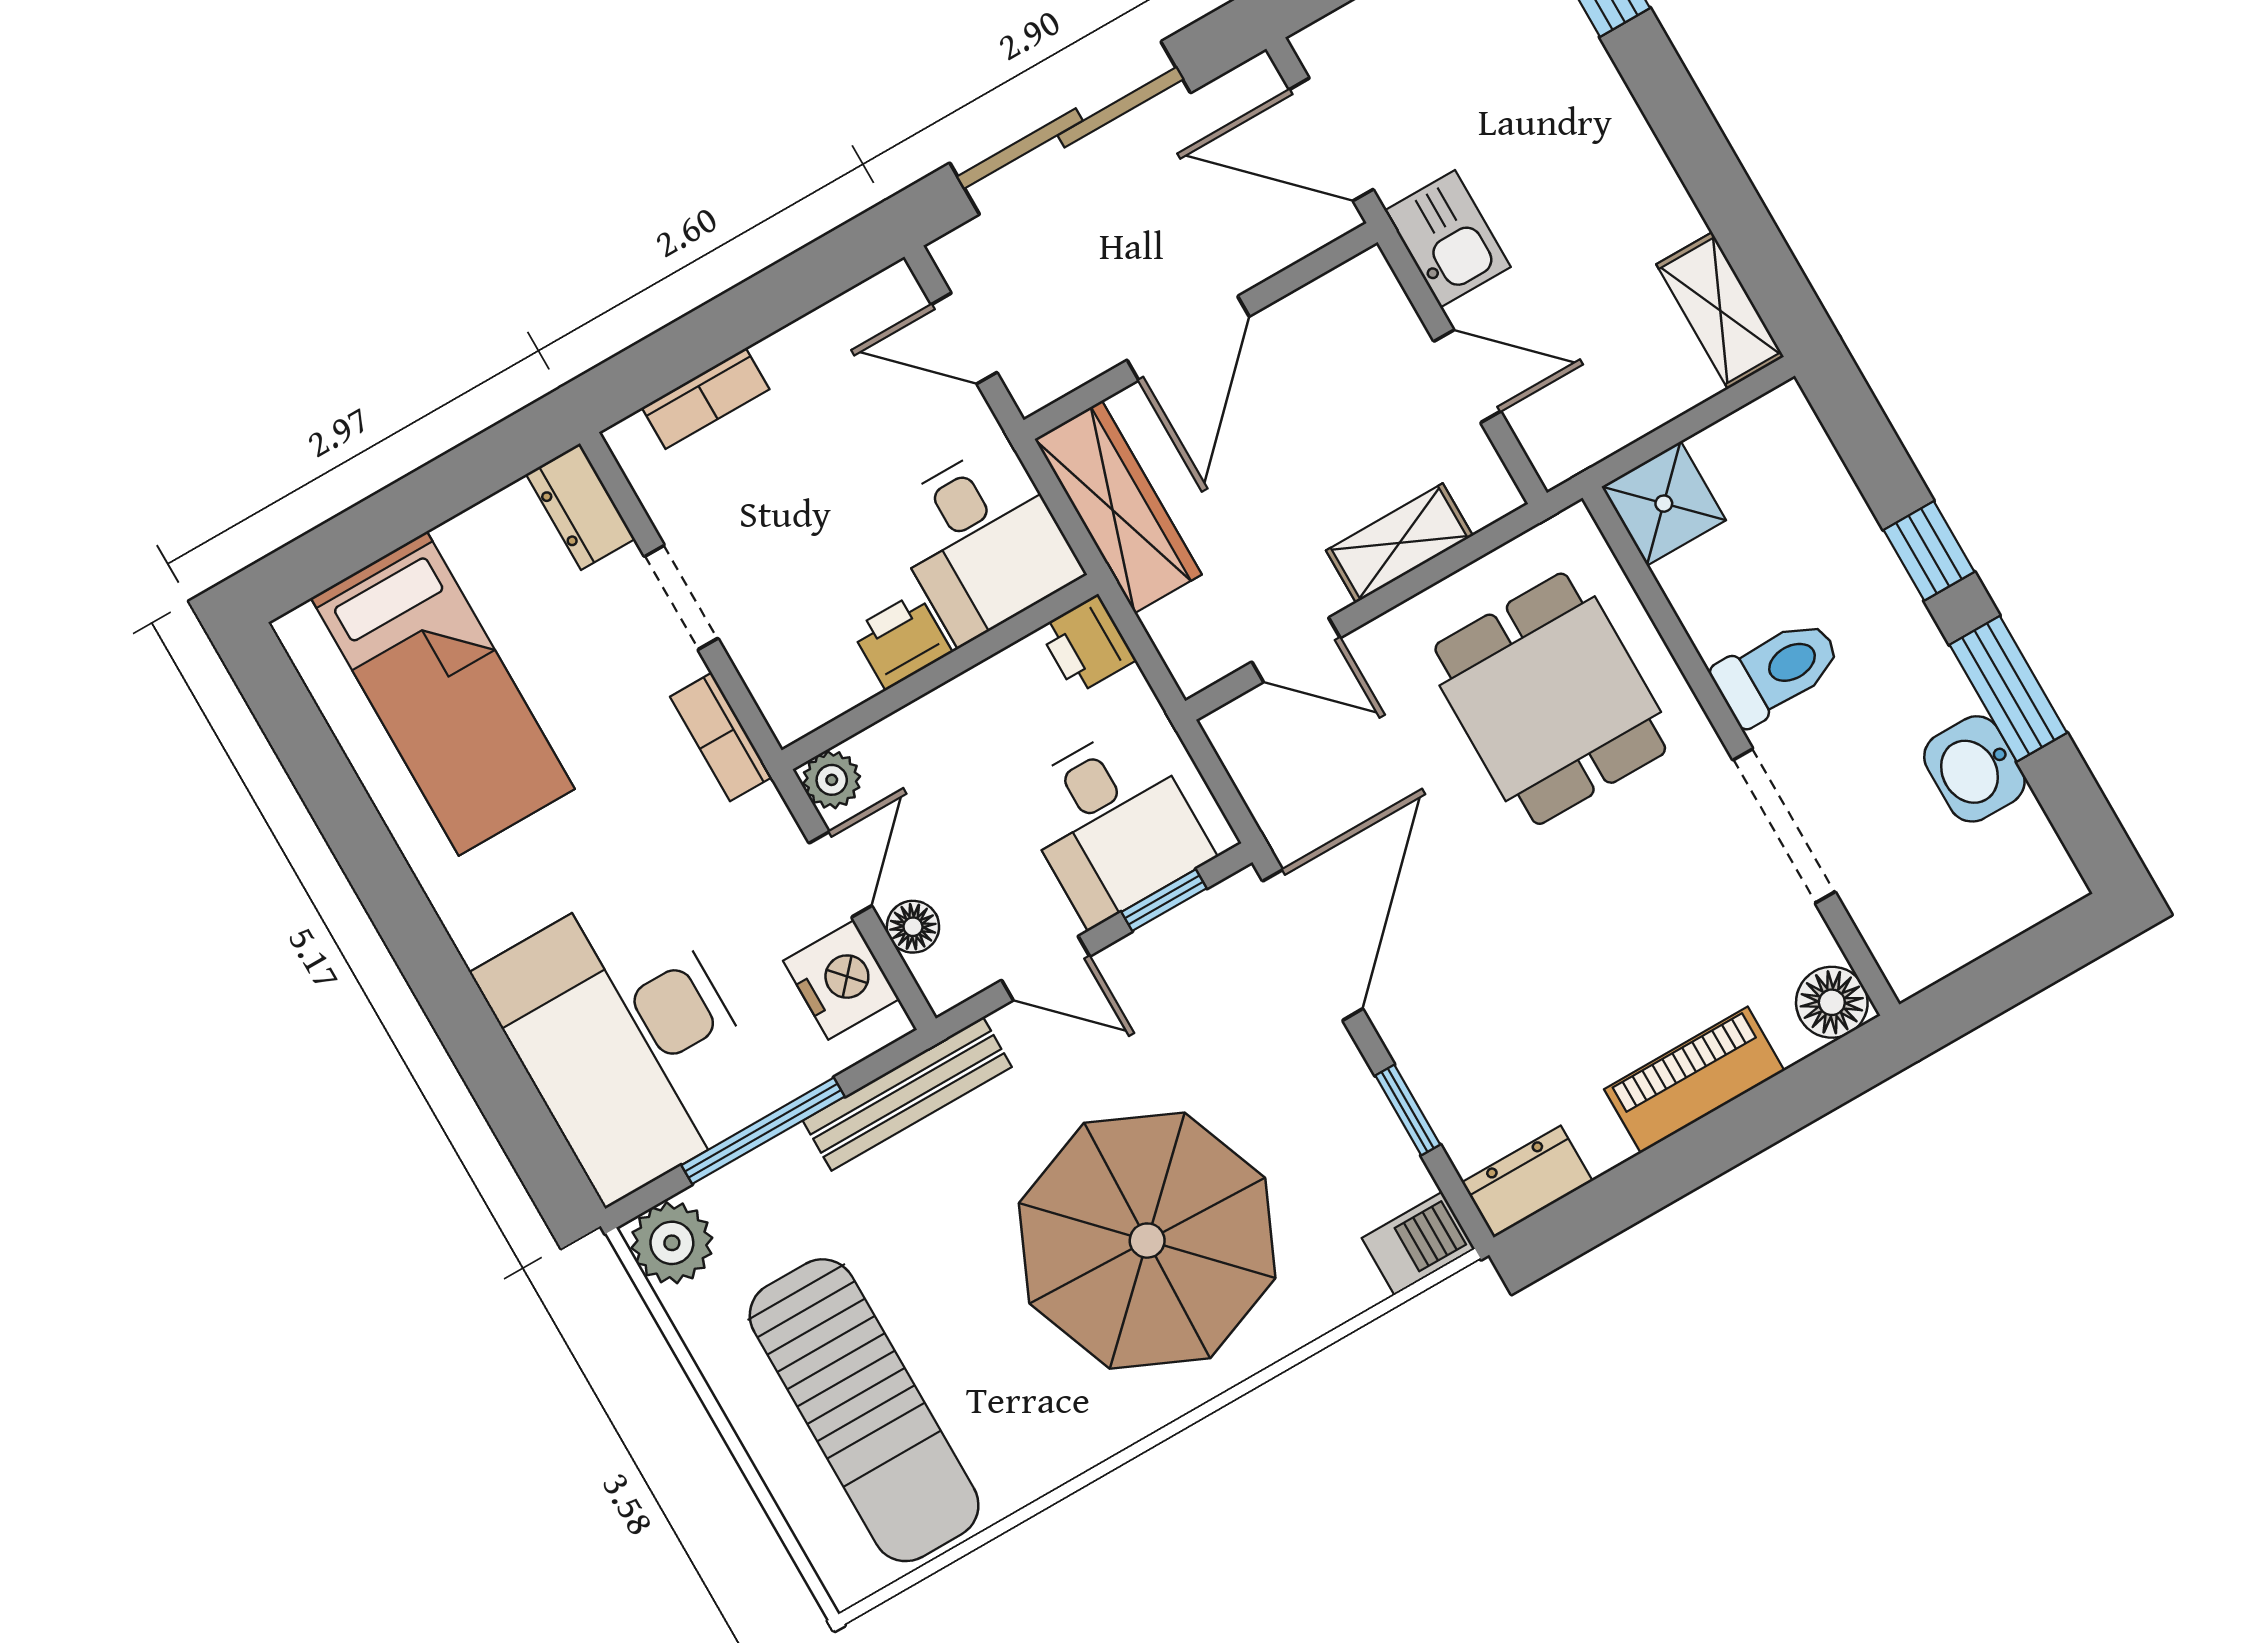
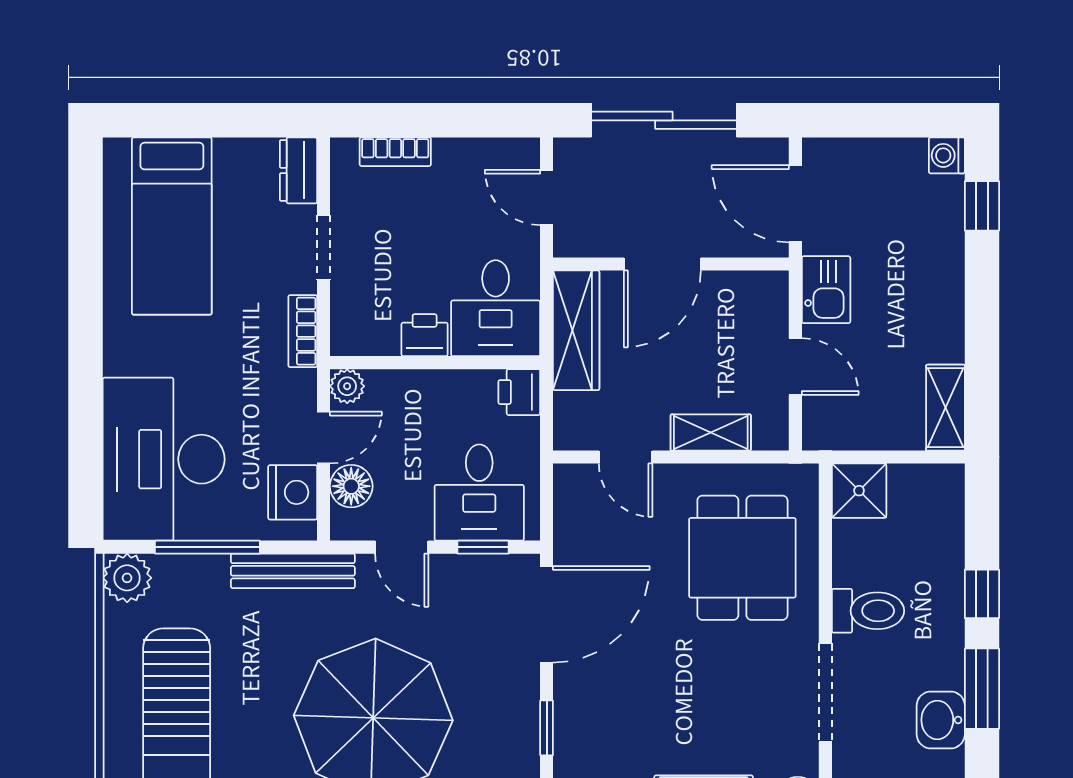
floor lamp: (913, 927) -> (351, 486), width x1.37, depth x1.37

